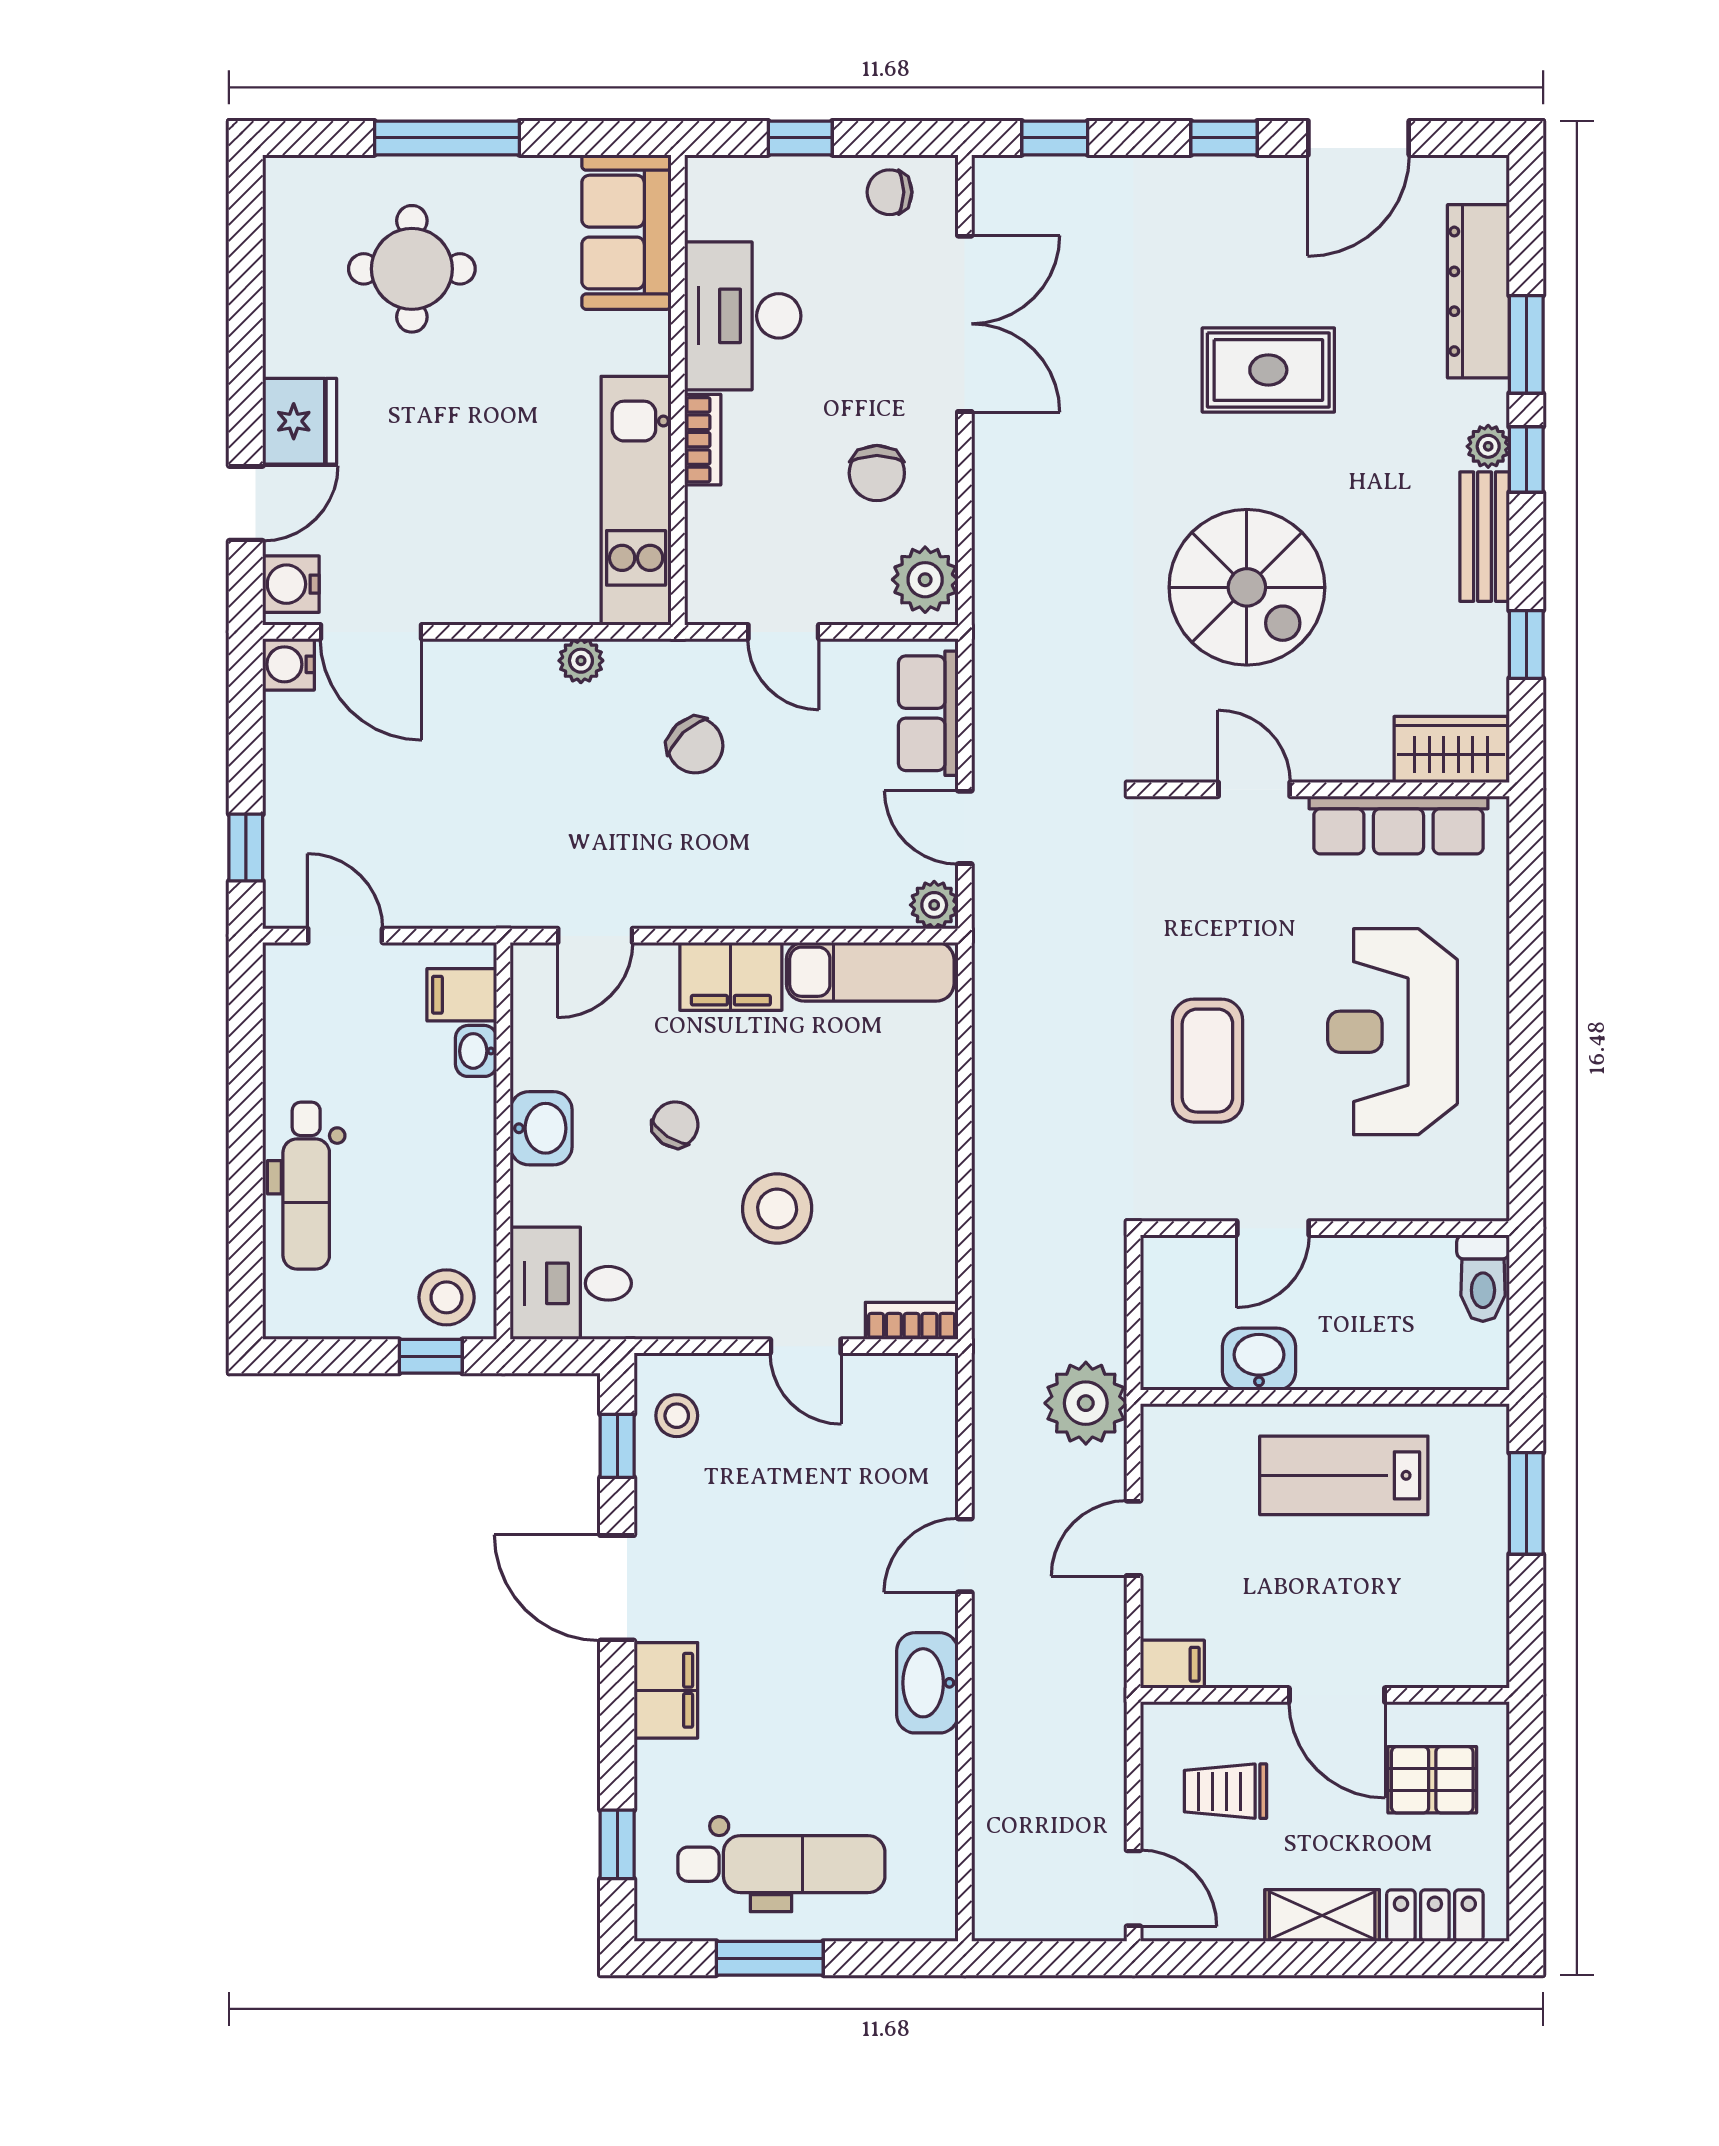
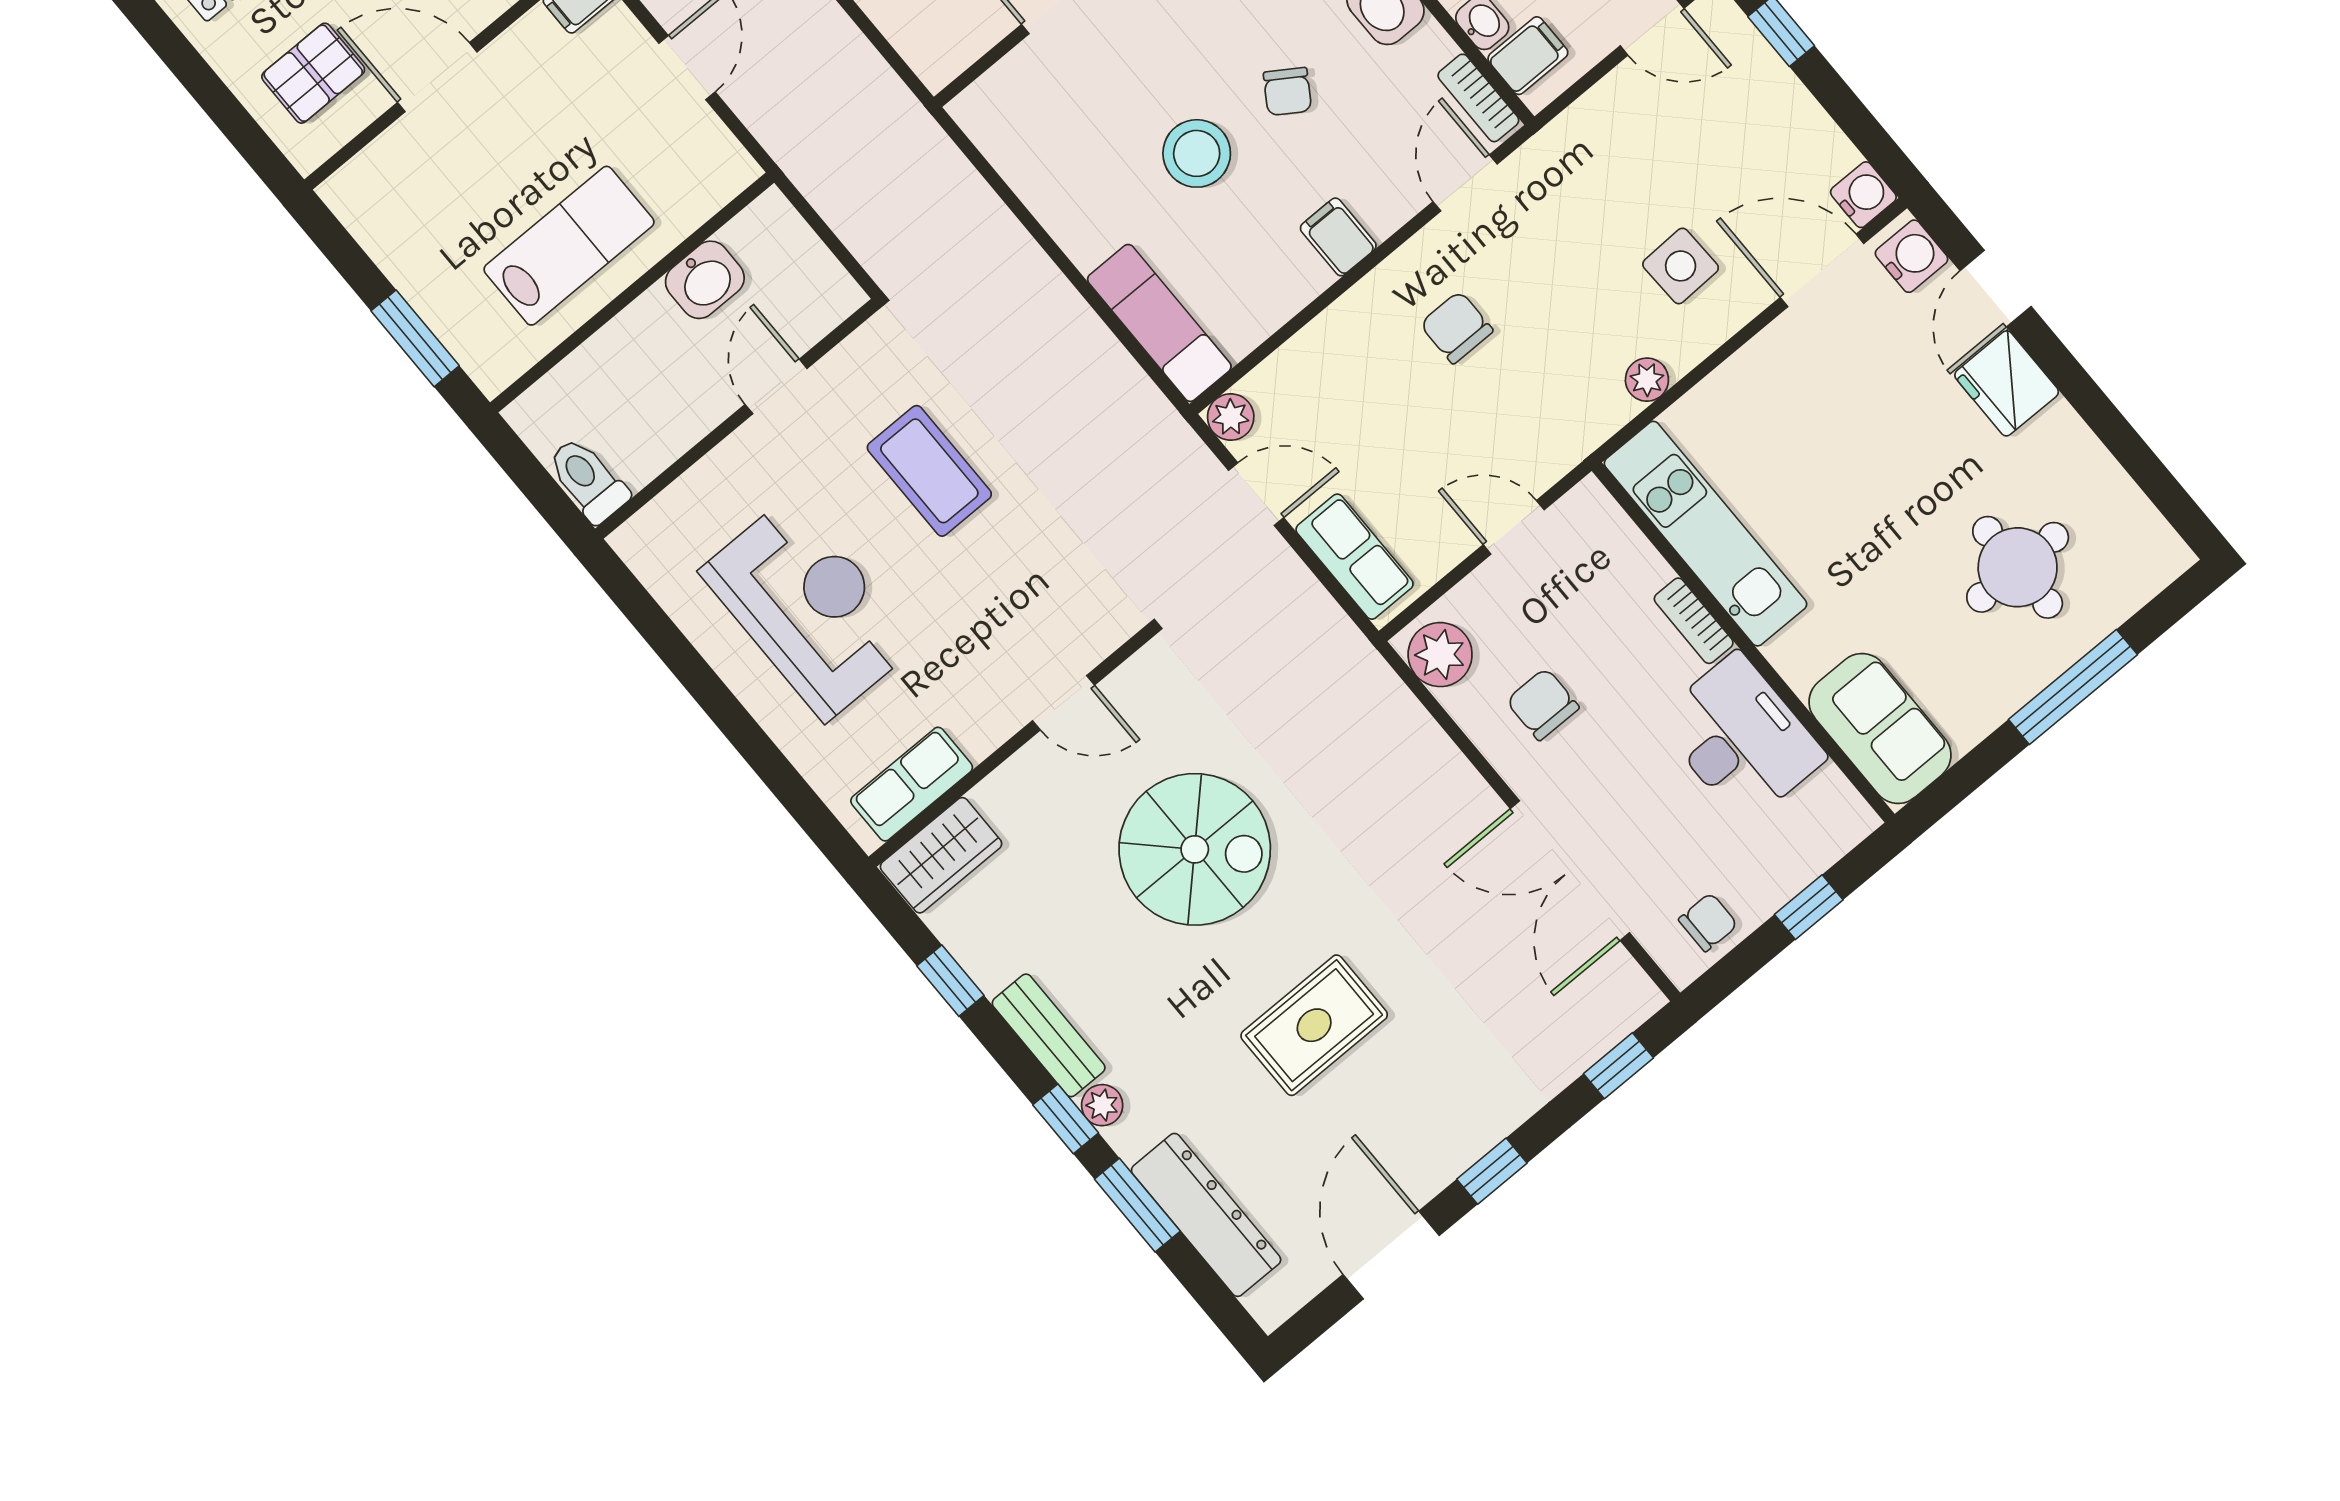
spiral stairs: (1247, 587) -> (1195, 849), turned 180
side table: (480, 728) -> (1681, 266), added
chair: (695, 745) -> (1456, 327), moved, turned 43
row of seats: (1398, 825) -> (912, 784), width x0.68
exam couch: (870, 972) -> (1159, 323), moved, turned 90
filing cabinet: (731, 976) -> (1338, 237), width x0.50
stool: (777, 1208) -> (1197, 153), moved
bookcase: (912, 1321) -> (1478, 98), moved, turned 90
plant: (1086, 1403) -> (807, 139), removed

